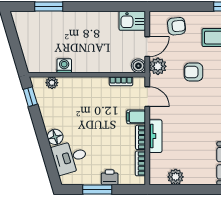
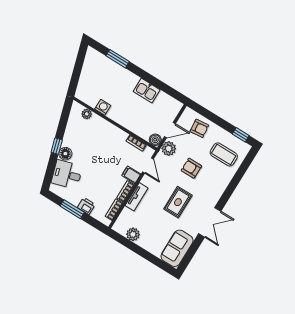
kitchen sink: (132, 21) -> (147, 91), moved
window: (30, 97) -> (57, 146), moved
rug: (201, 115) -> (178, 202), added

